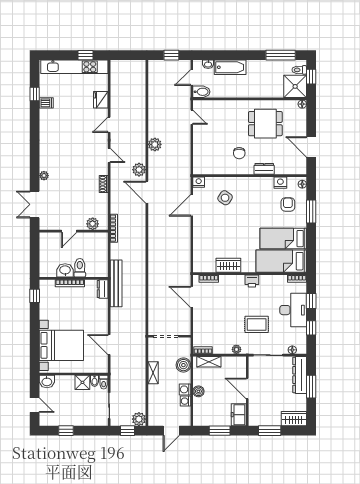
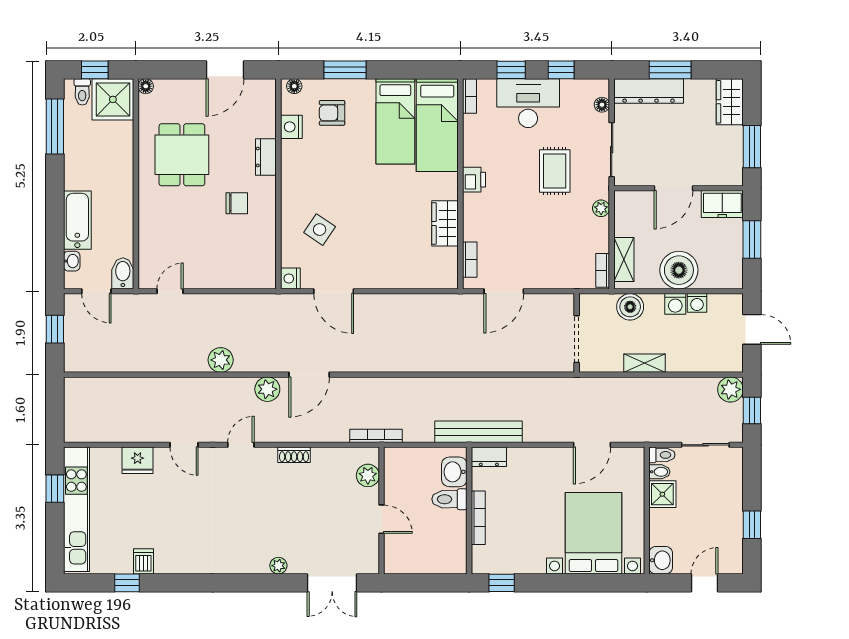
washbasin: (65, 270) -> (454, 472), moved
boiler: (198, 391) -> (679, 270), width x1.86, depth x1.86

